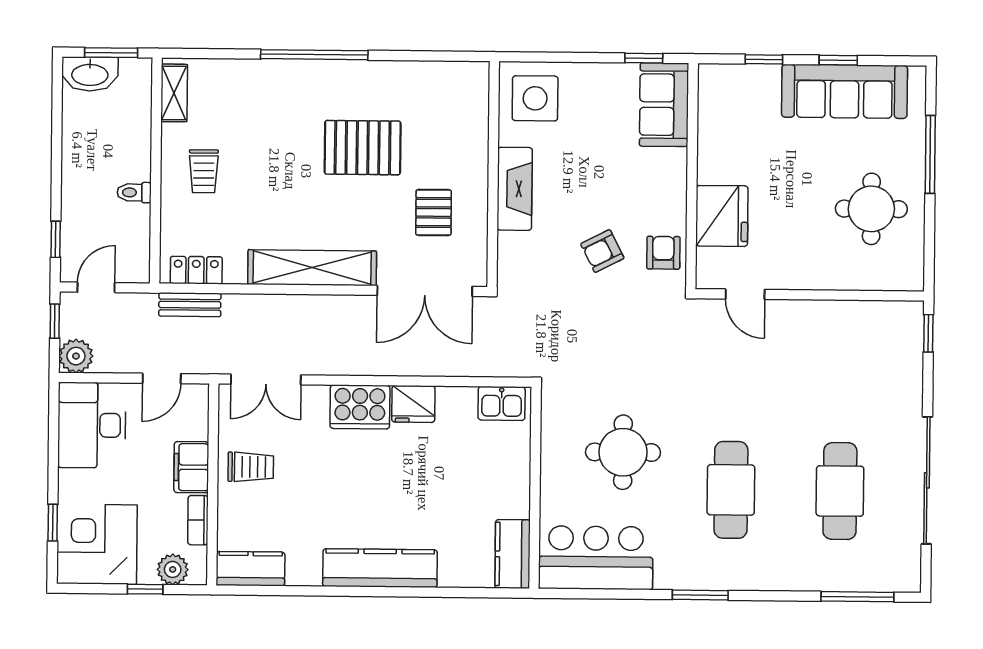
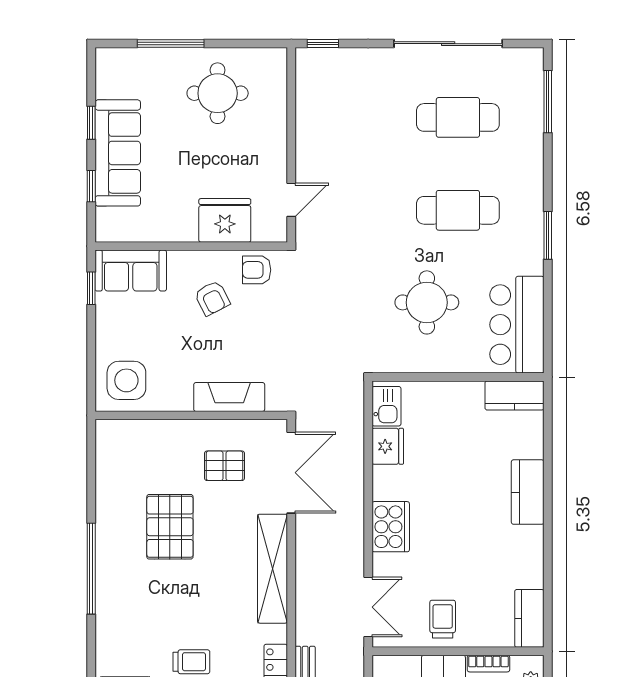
sofa: (845, 91) -> (118, 153), moved
fireplace: (515, 189) -> (229, 397), moved
armchair: (602, 251) -> (212, 298), moved
fridge: (413, 404) -> (388, 446), moved
kitchen counter: (380, 568) -> (528, 492), width x0.67

